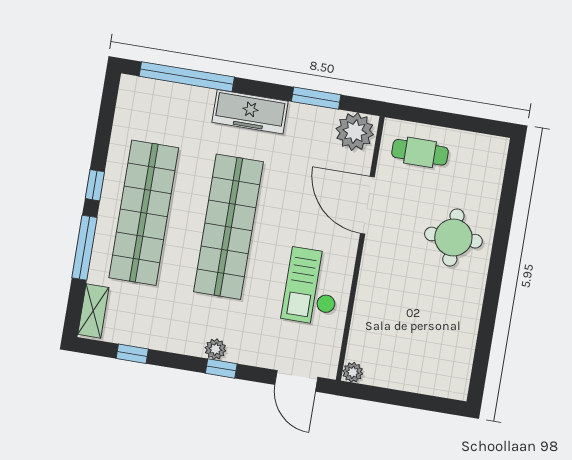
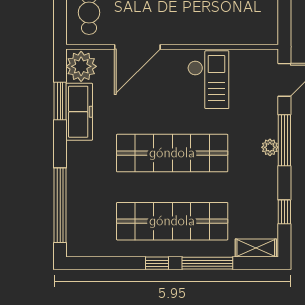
freezer: (250, 112) -> (79, 112), moved
checkout: (312, 287) -> (208, 80), turned -90
window: (221, 369) -> (284, 140), width x2.17
plant: (353, 372) -> (270, 37), removed

